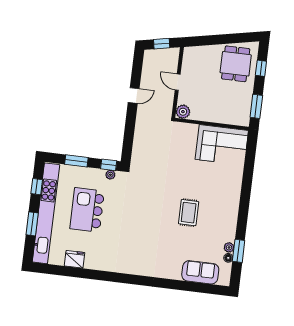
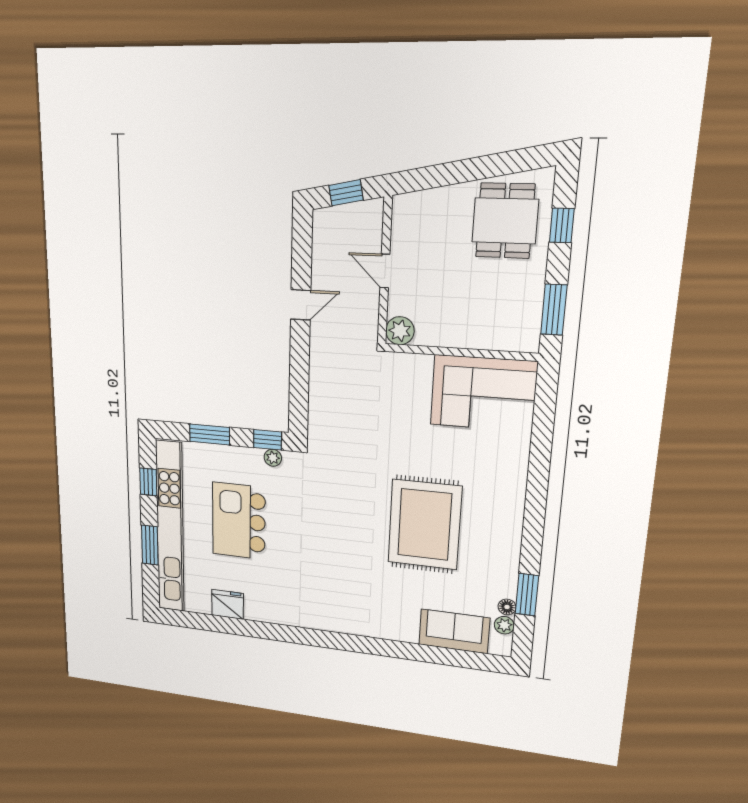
rug: (189, 213) -> (425, 525), width x1.86, depth x2.06
plant: (229, 247) -> (504, 625), moved

